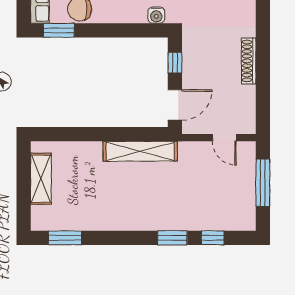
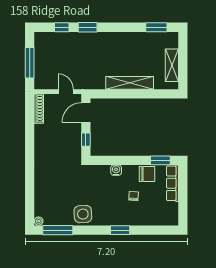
water cooler: (156, 15) -> (116, 170), moved
shoe rack: (249, 61) -> (39, 109), moved
door: (224, 138) -> (66, 92), moved
shelving: (140, 151) -> (130, 83), moved

